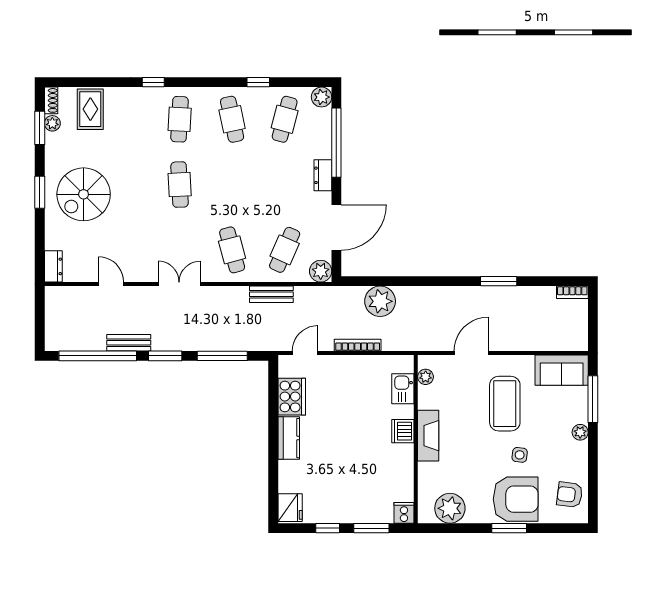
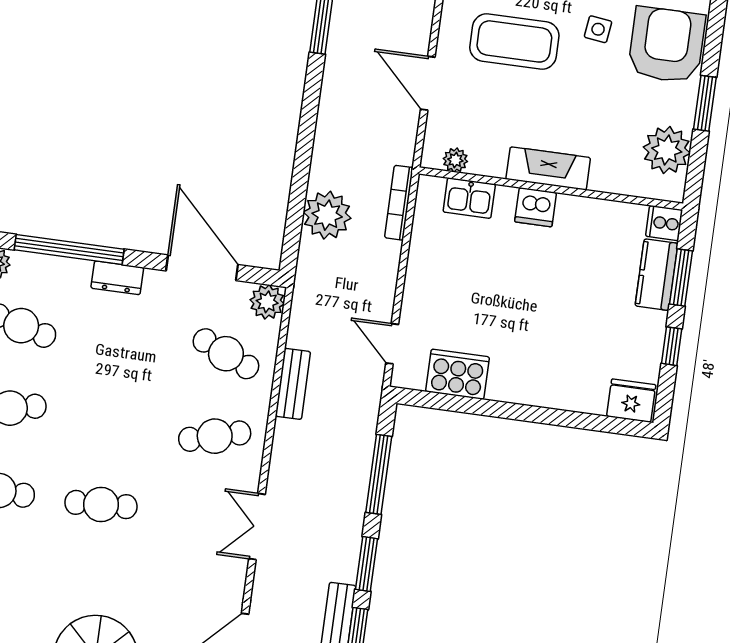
bookcase: (358, 345) -> (399, 203), moved
kitchen counter: (289, 438) -> (657, 275), moved, turned -90
window: (509, 528) -> (705, 103), moved

